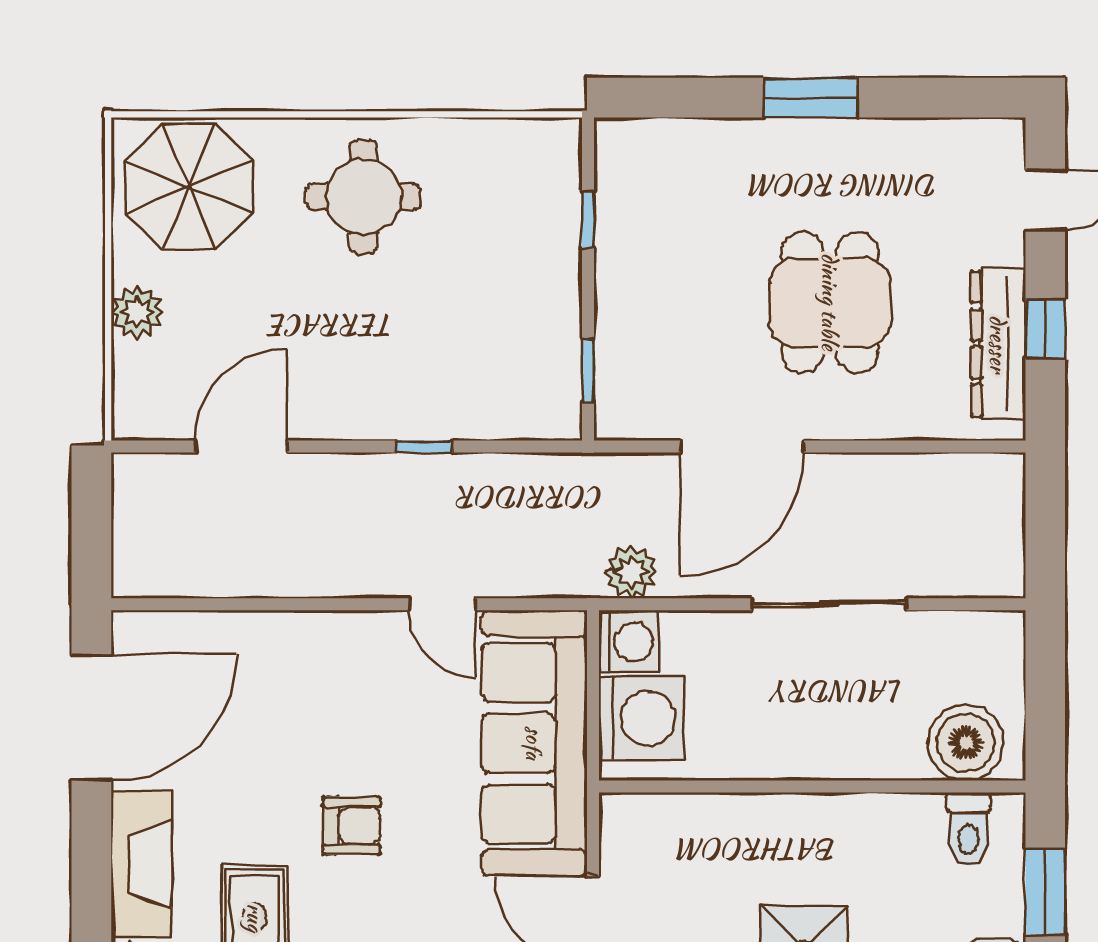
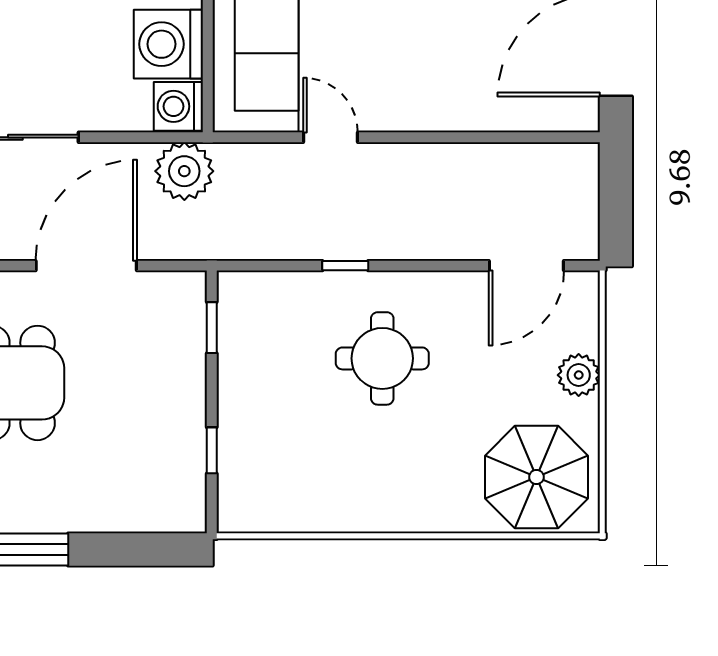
round table: (363, 197) -> (382, 358), moved
door: (241, 447) -> (526, 266), moved
plant: (631, 572) -> (184, 171), width x1.36, depth x1.36

